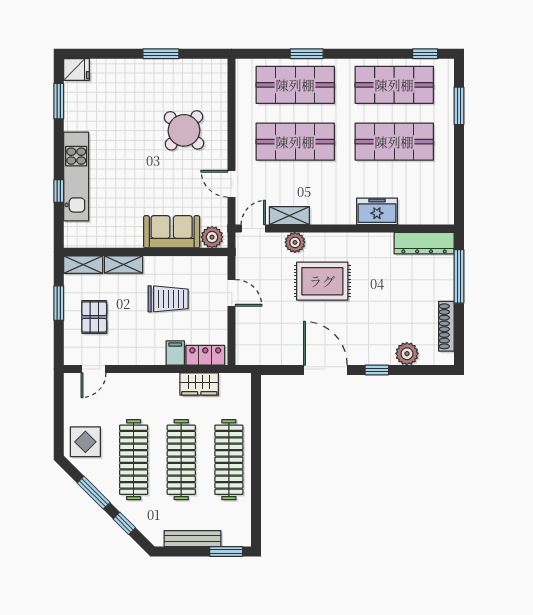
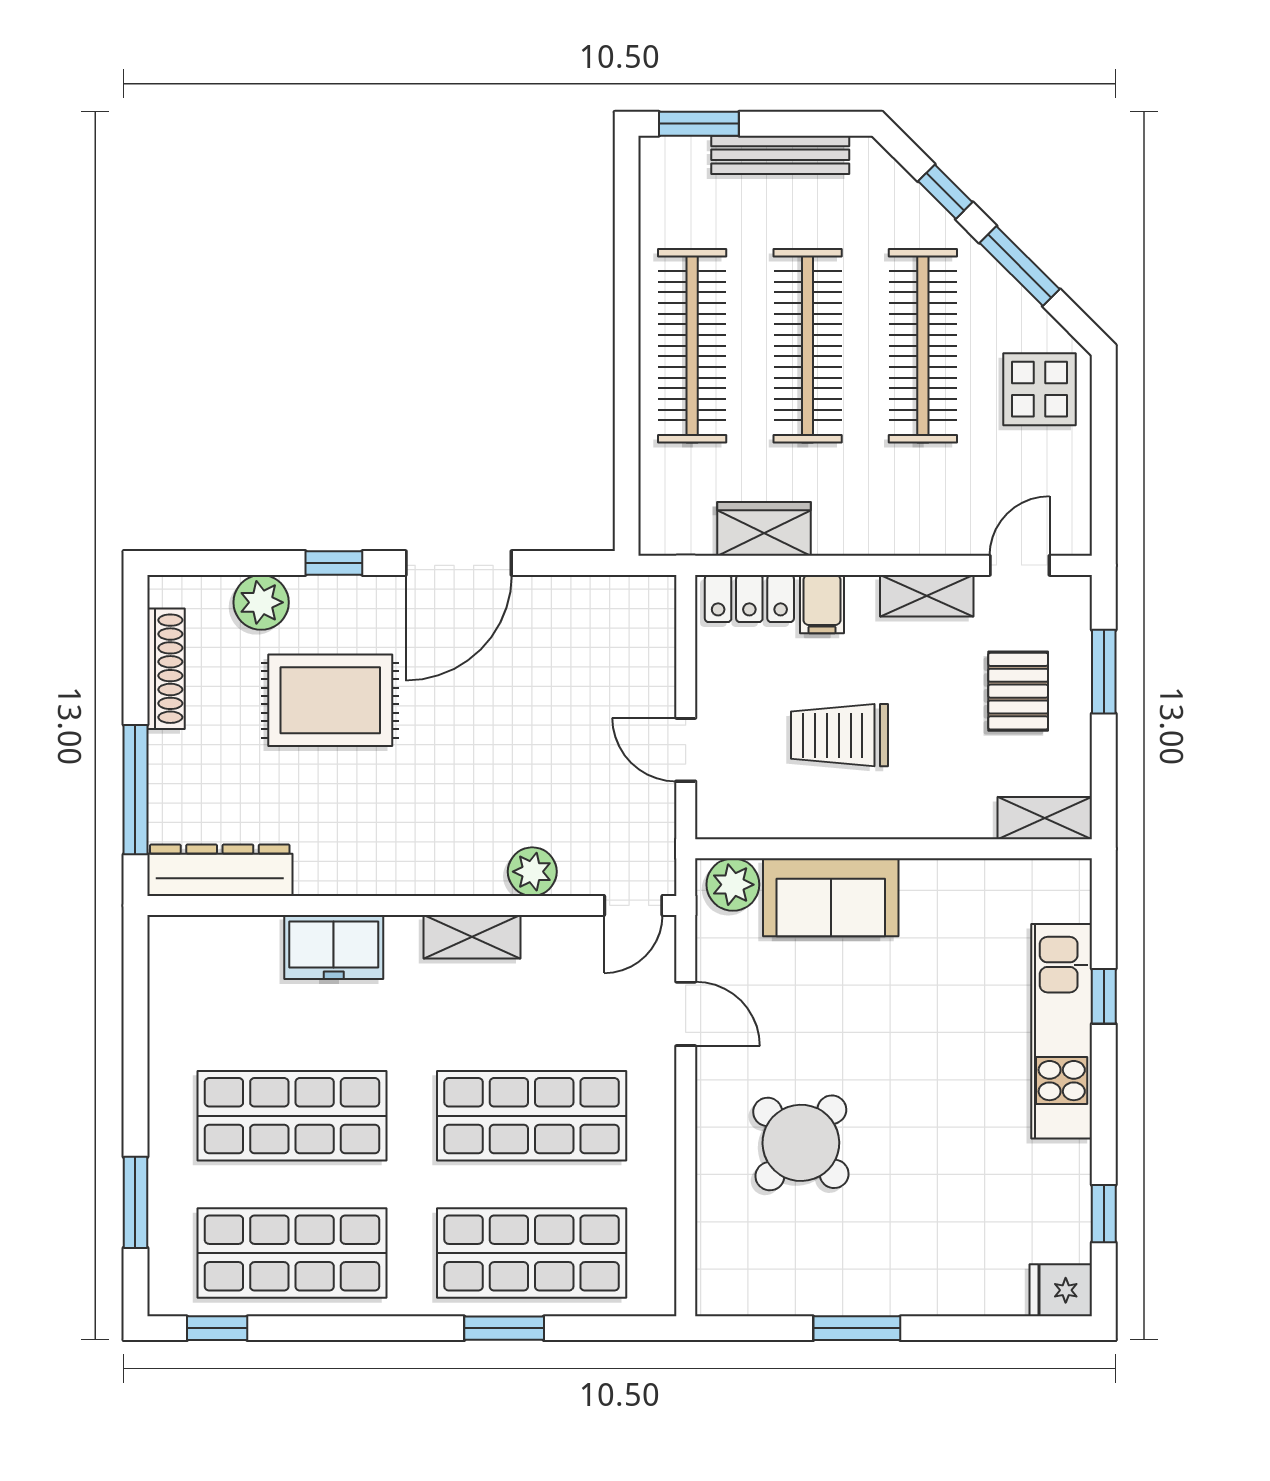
window: (59, 101) -> (1104, 1214), width x0.67
shelving: (289, 216) -> (472, 937), moved
shelving: (123, 264) -> (927, 596), moved
rug: (322, 281) -> (330, 700), moved
window: (59, 303) -> (1104, 672), moved
door: (325, 370) -> (459, 563), hinge flipped

